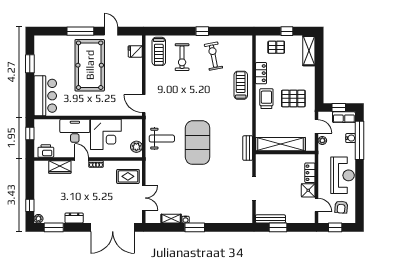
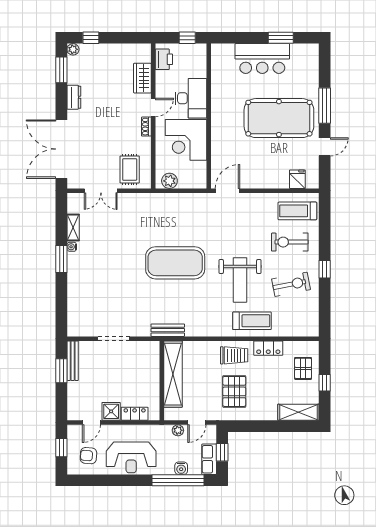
bar counter: (45, 96) -> (262, 59), moved
weight bench: (162, 139) -> (240, 280), moved, width x1.36, depth x1.33

